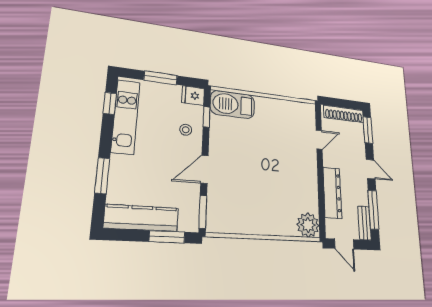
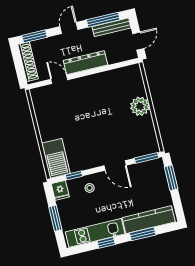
window: (110, 103) -> (106, 243), moved
dresser: (332, 193) -> (85, 63), moved
kitchen counter: (142, 218) -> (149, 220), moved, turned 90
bench: (365, 223) -> (112, 27), width x1.36
plant: (308, 225) -> (140, 106), moved

